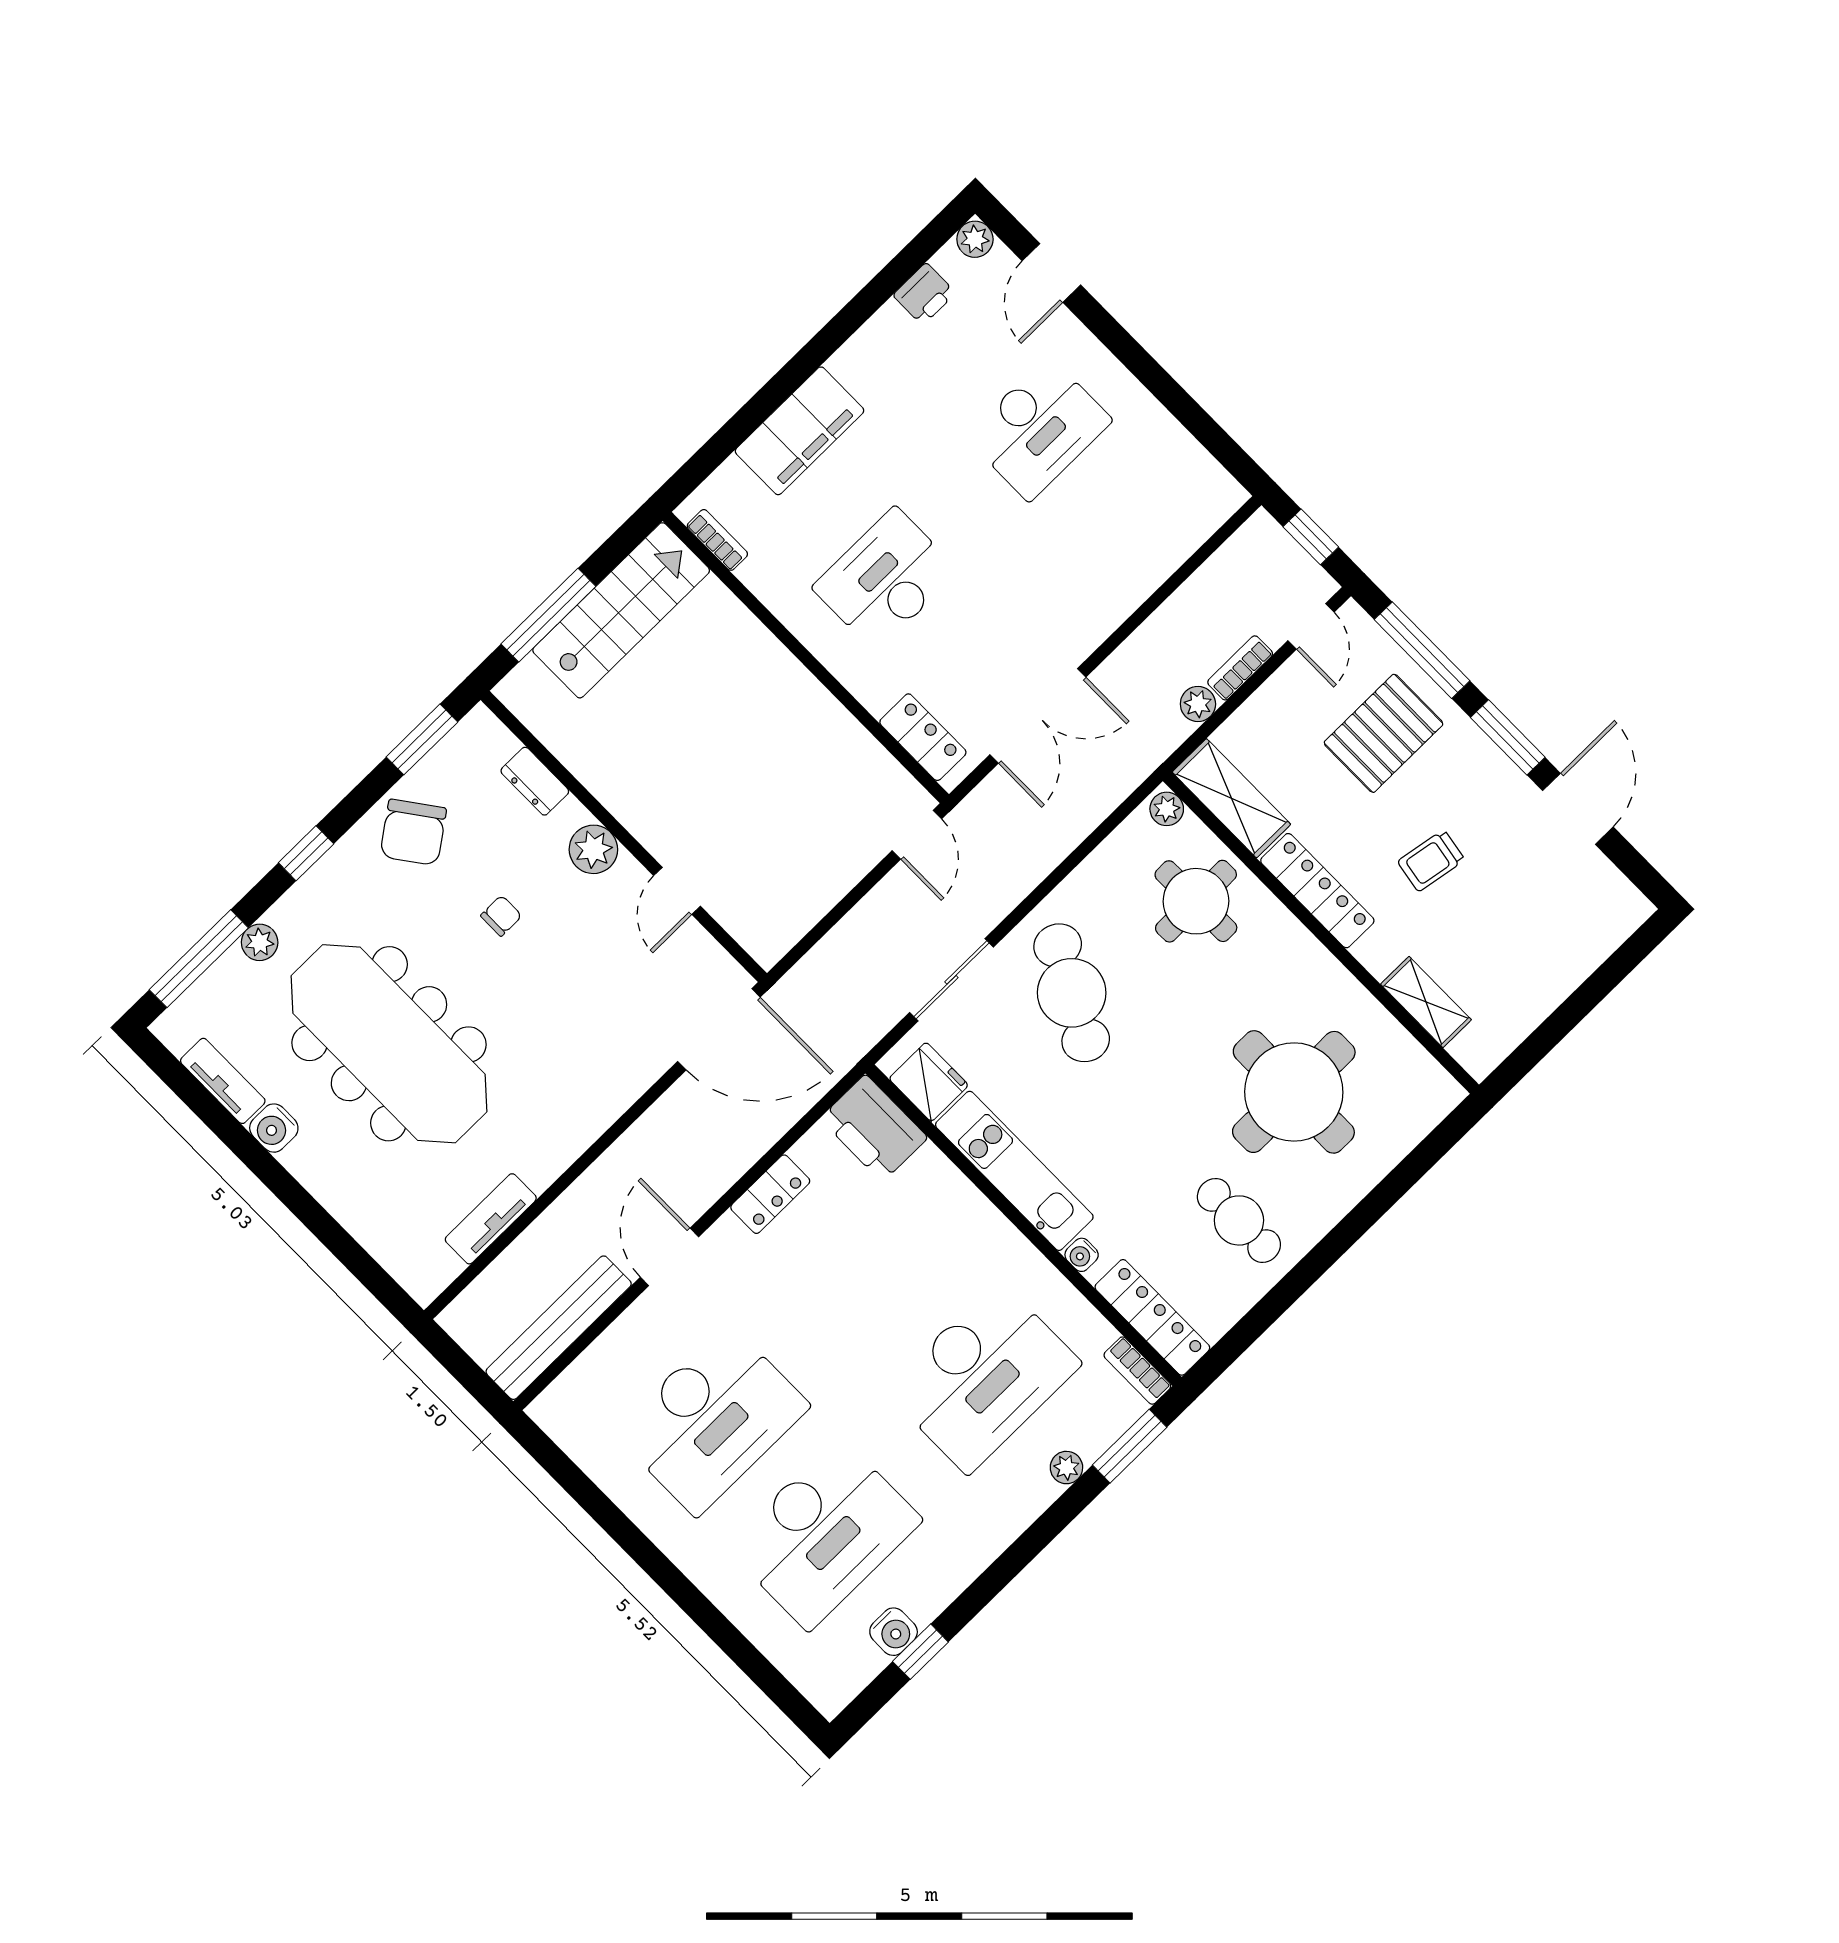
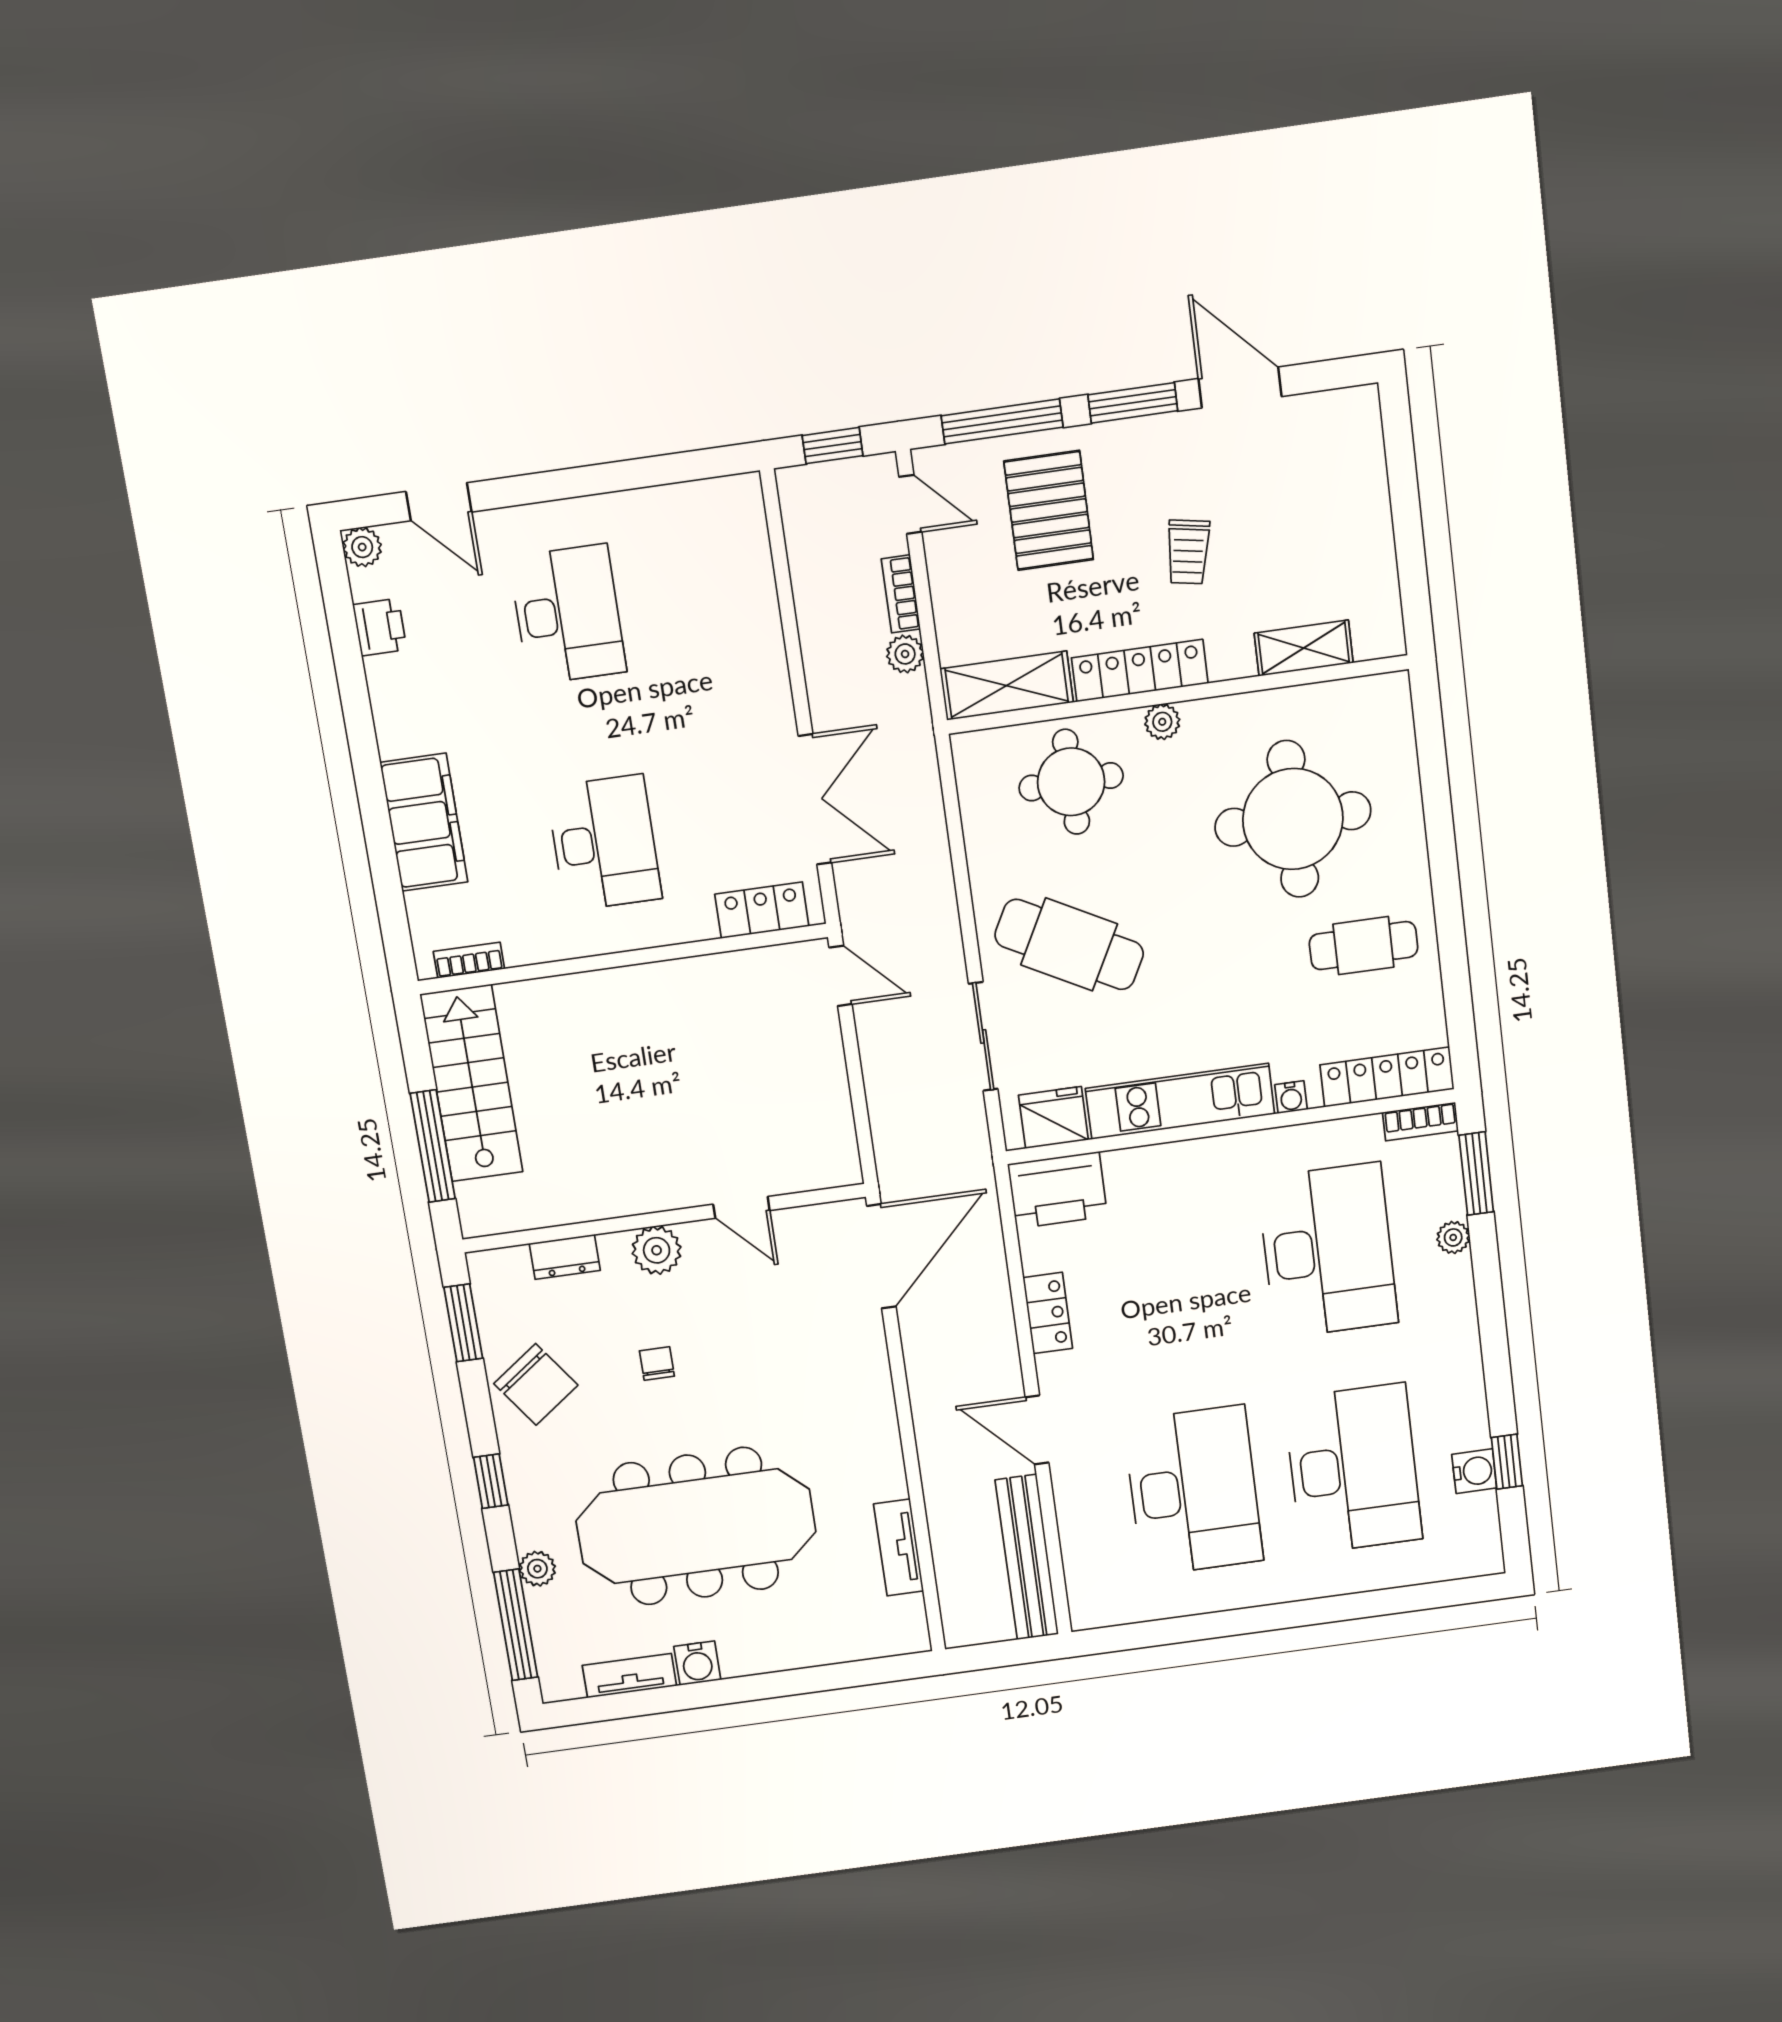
desk: (885, 579) -> (604, 843), turned 180
plant: (1167, 809) -> (1162, 722), moved

